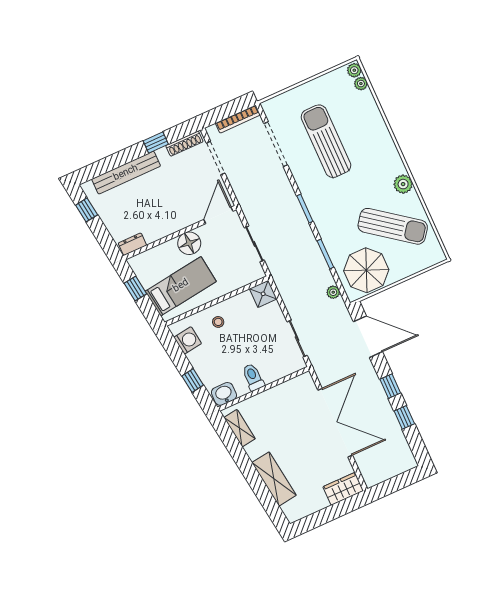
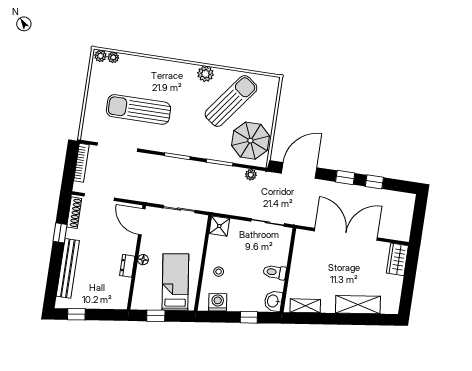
floor lamp: (189, 243) -> (143, 260), width x0.53, depth x0.53
dresser: (132, 244) -> (127, 266), moved

